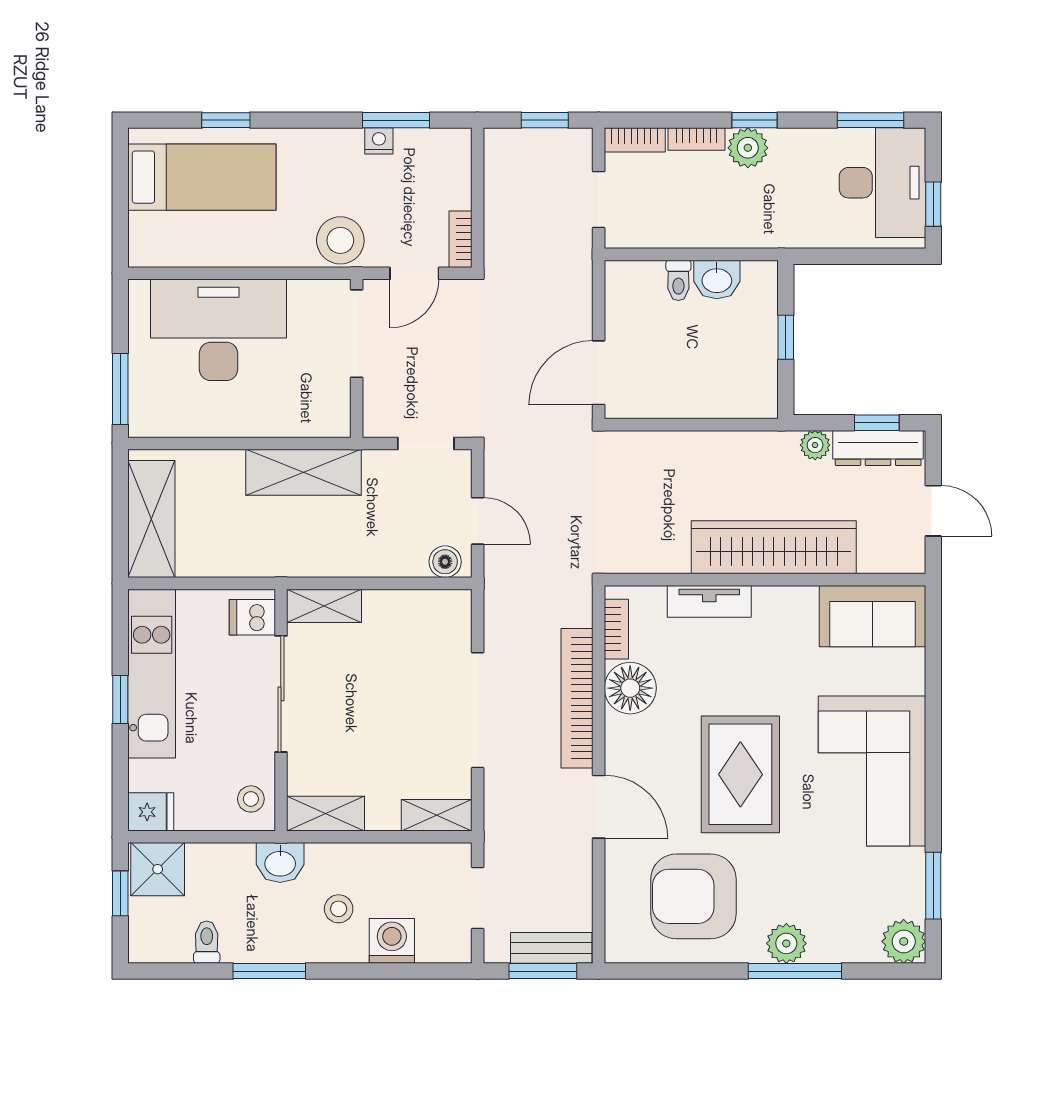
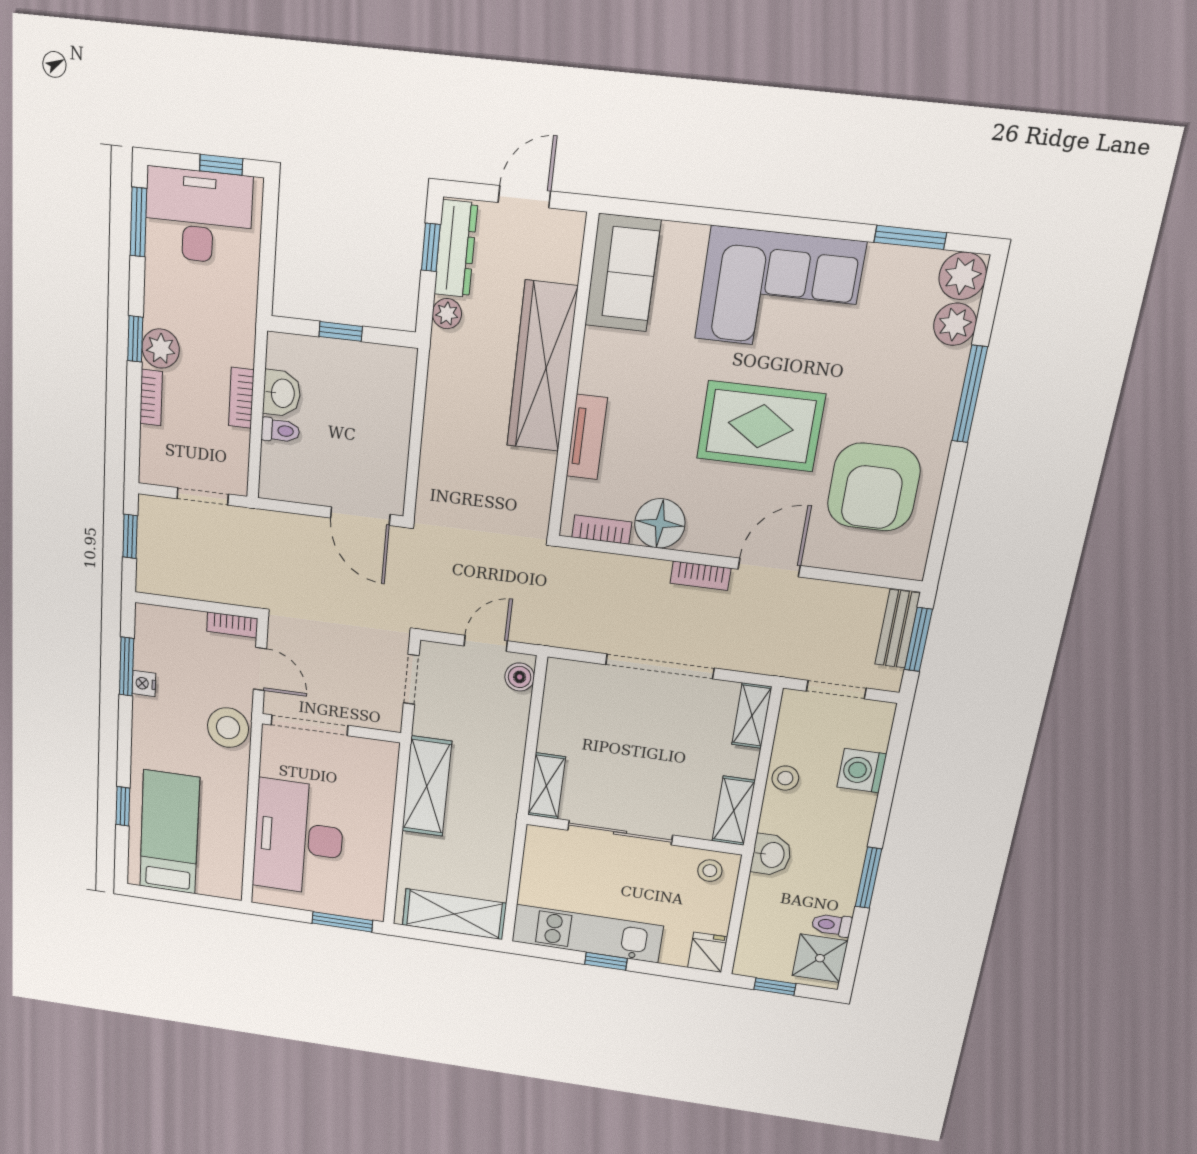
bookcase: (635, 140) -> (241, 398), moved, turned 180
dishwasher: (252, 617) -> (549, 846), removed
bookcase: (577, 698) -> (700, 576), width x0.43, depth x0.76
shower: (158, 869) -> (820, 958), moved
stool: (339, 909) -> (785, 778), moved
plant: (786, 943) -> (955, 324), moved

